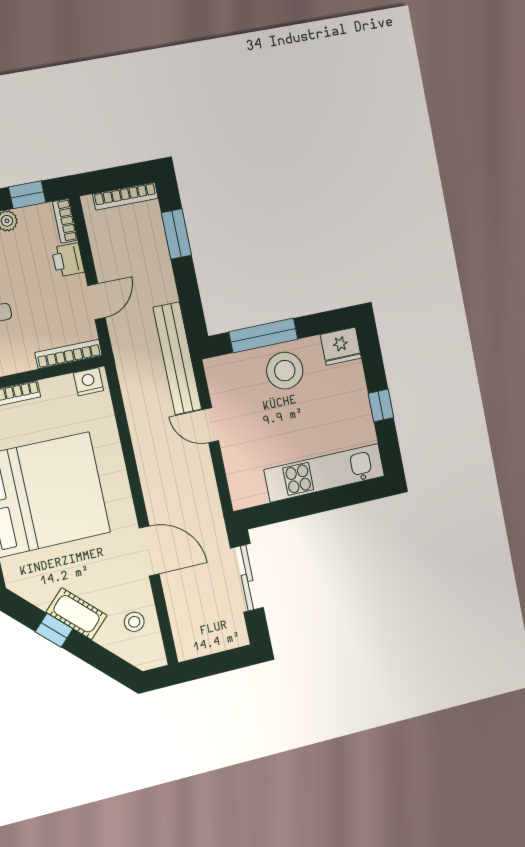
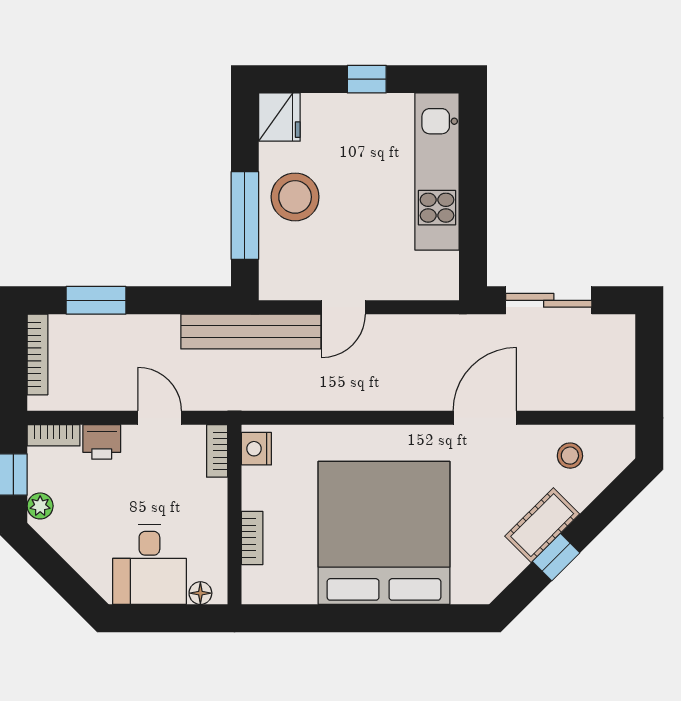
bookcase: (69, 354) -> (217, 451), width x0.64

